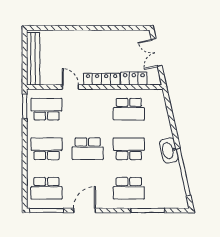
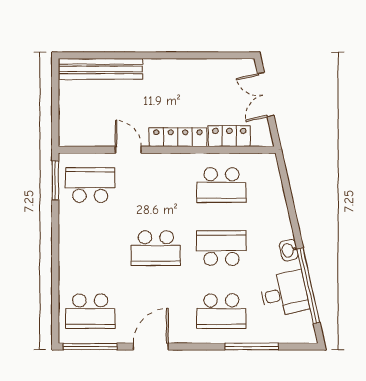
bench: (33, 59) -> (100, 69), moved, turned 90
school desk: (47, 149) -> (90, 248), removed
washbasin: (169, 150) -> (289, 250), width x0.52, depth x0.69
desk: (168, 177) -> (284, 294), added

